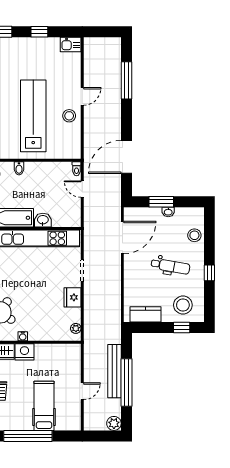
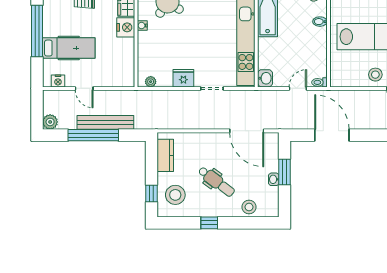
washbasin: (43, 220) -> (265, 78), moved
dental chair: (170, 266) -> (216, 182), turned -63
nightstand: (75, 416) -> (58, 81), added

